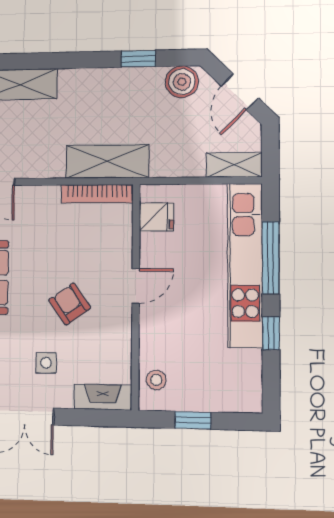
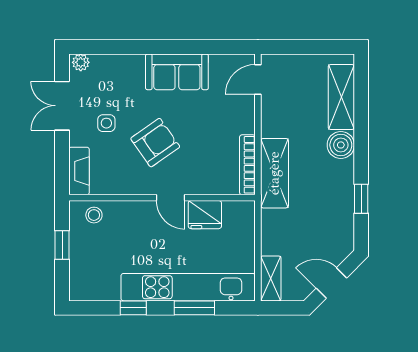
boiler: (182, 82) -> (341, 145), moved
fridge: (156, 217) -> (205, 215), moved, width x1.38
window: (271, 258) -> (194, 308), width x0.69
armchair: (70, 304) -> (155, 143), width x1.38, depth x1.38

